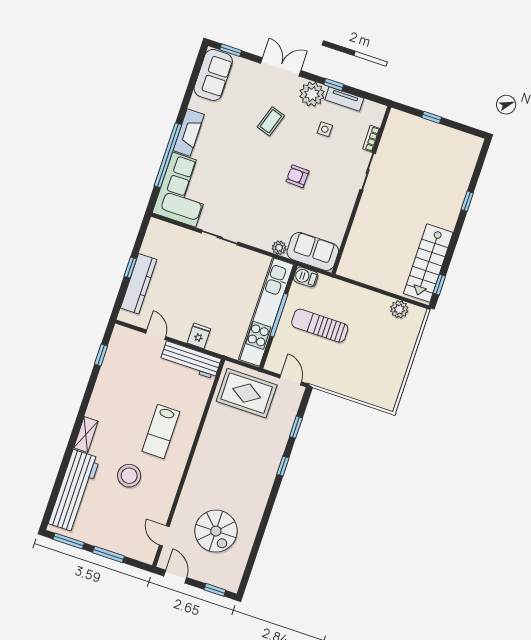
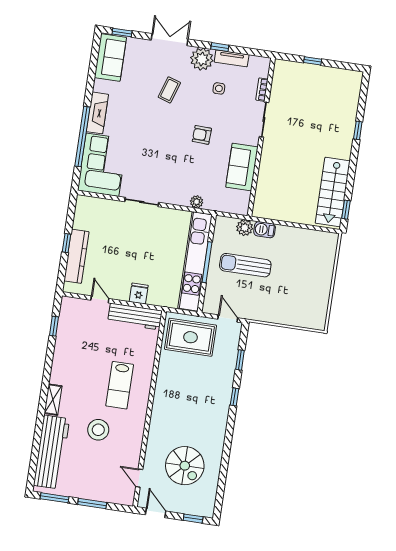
sofa: (313, 251) -> (242, 167), moved, turned -90
barbecue: (306, 277) -> (265, 230), moved
plant: (399, 309) -> (245, 228), moved

